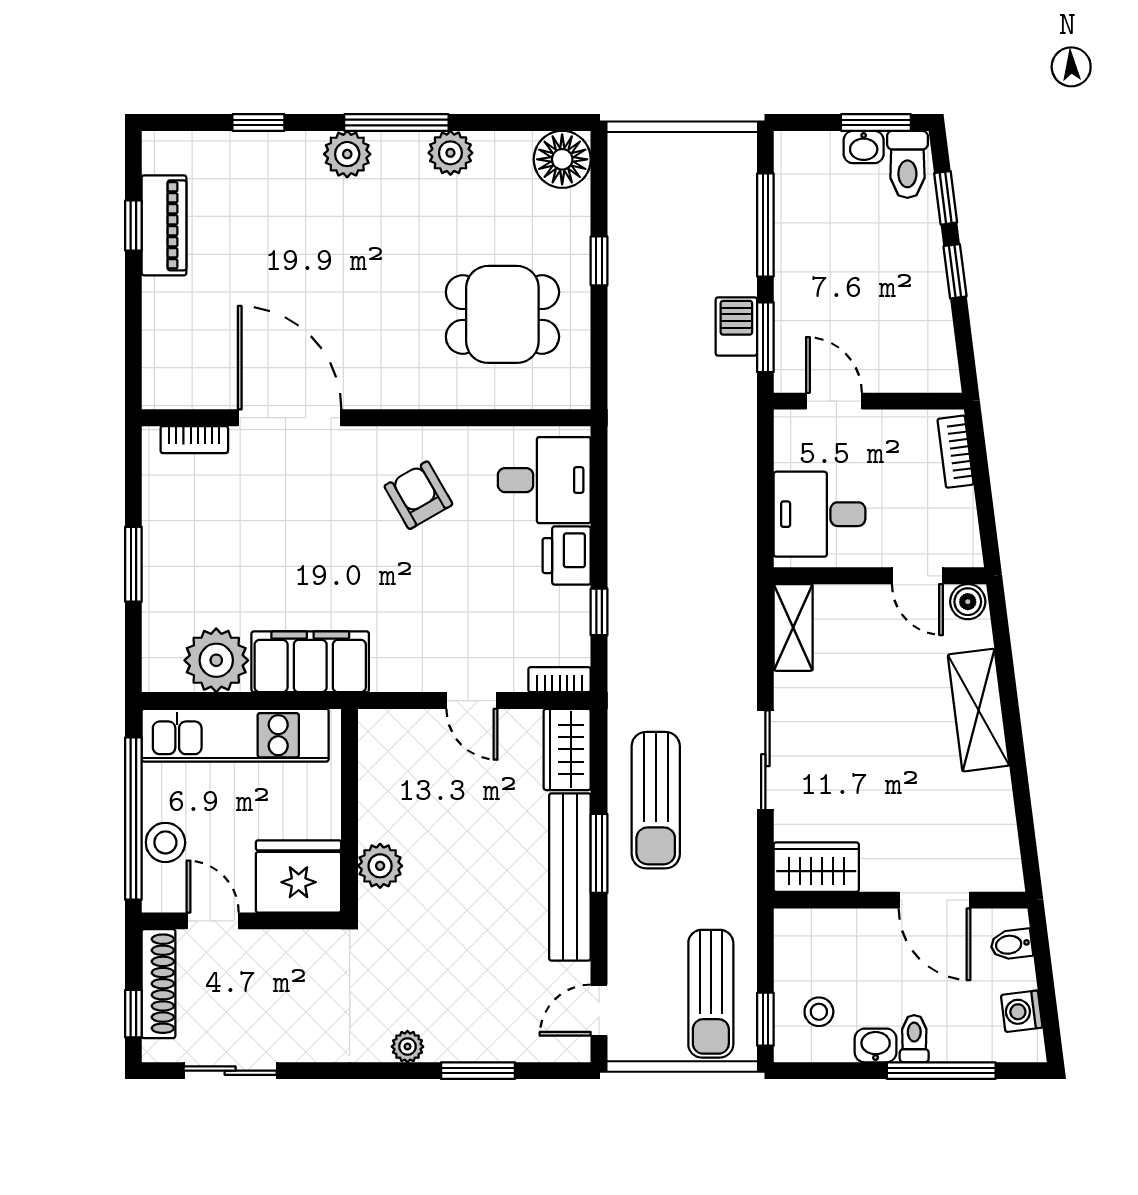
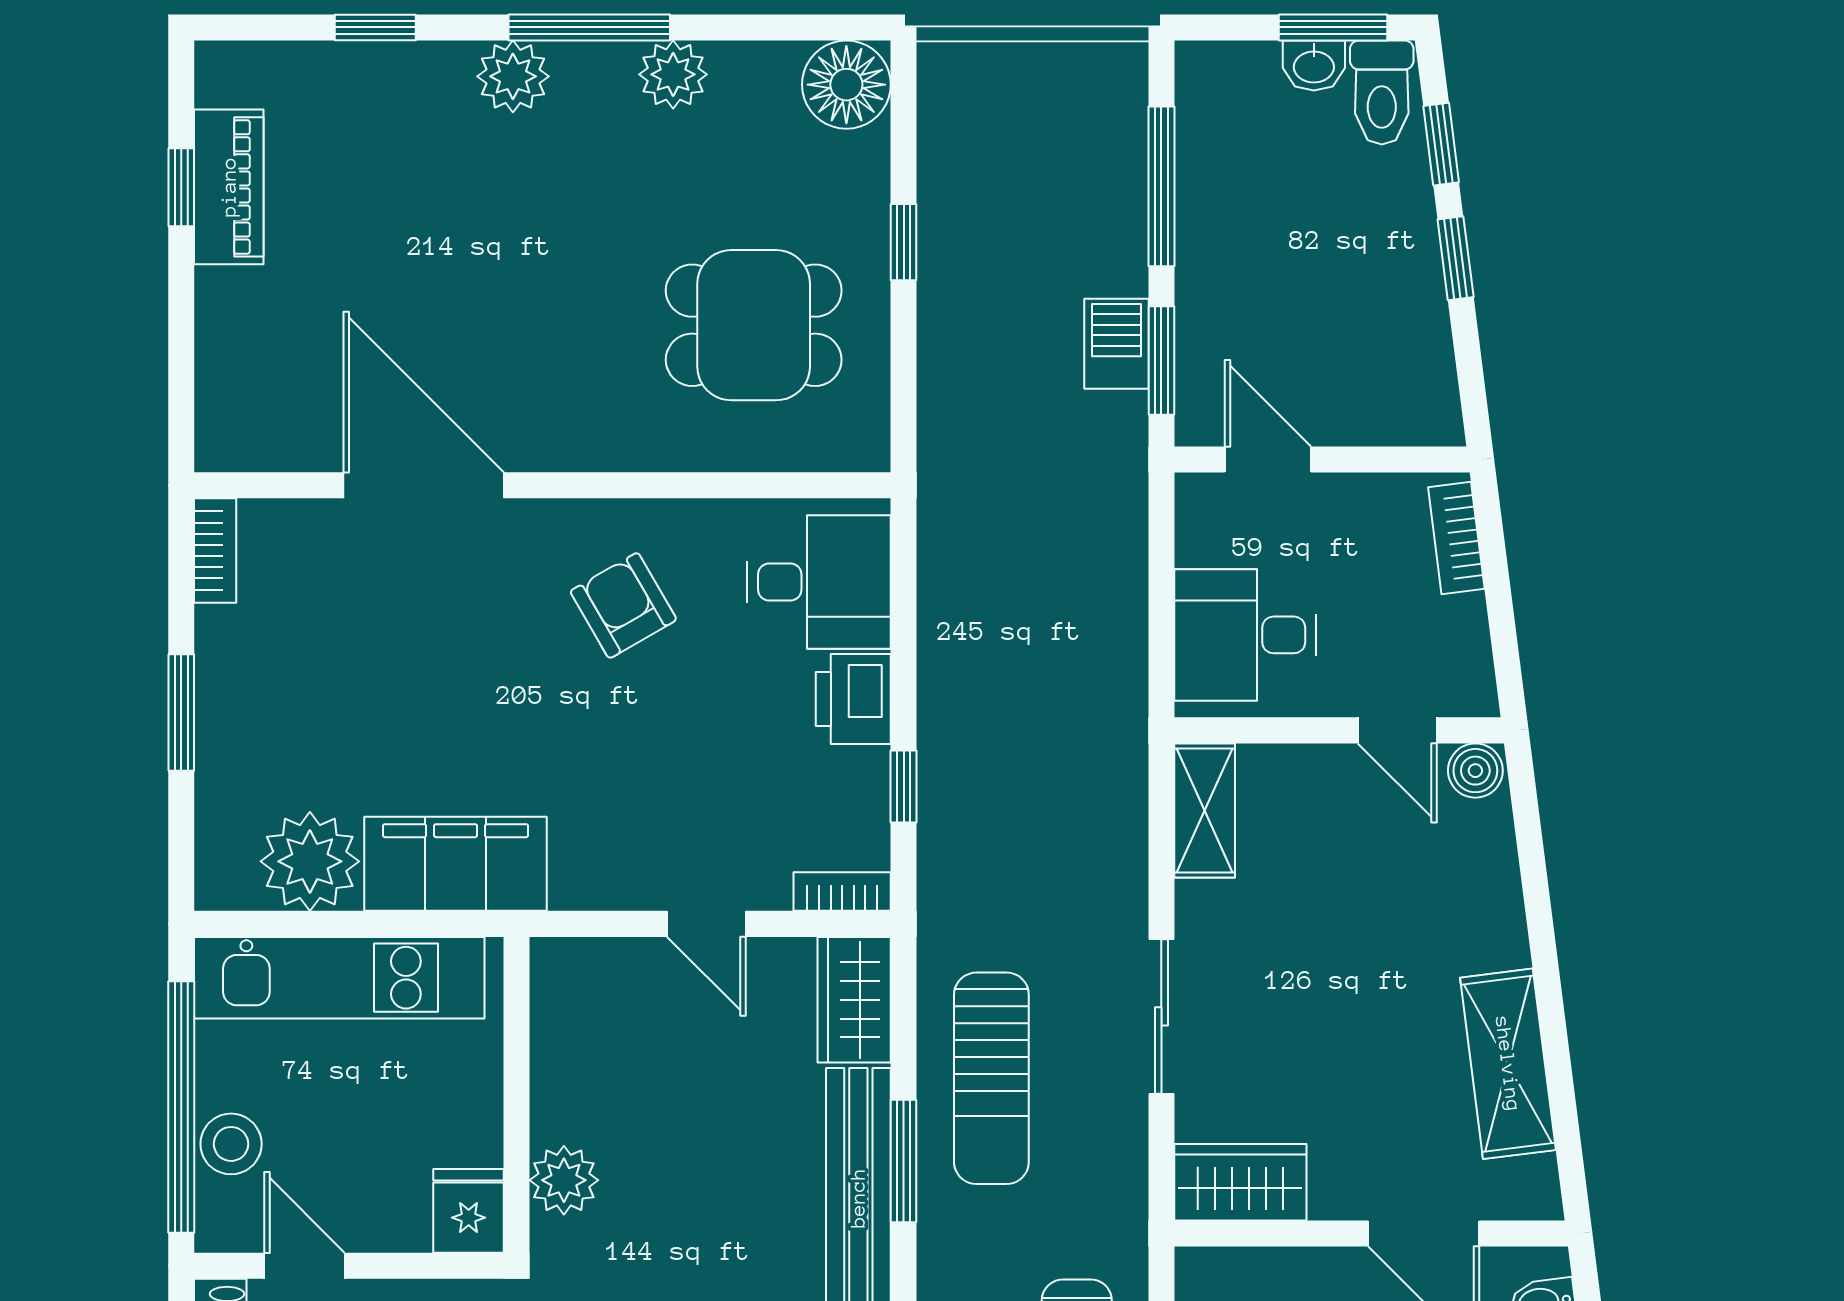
bookcase: (194, 440) -> (215, 551), moved, turned -90
shelving: (979, 710) -> (1508, 1064), moved
fridge: (299, 876) -> (469, 1211), width x0.53, depth x0.75

